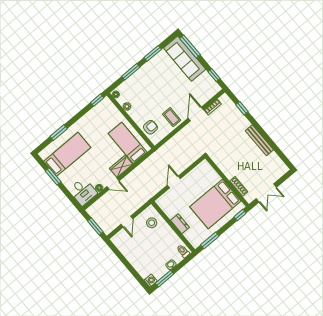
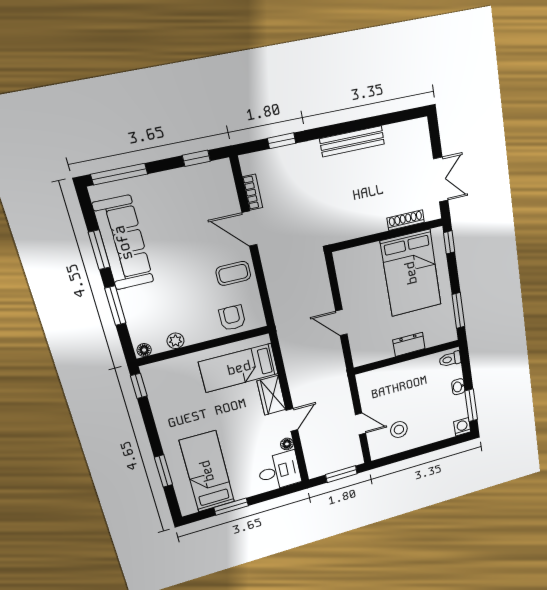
sofa: (185, 59) -> (123, 243), moved, turned -90
stool: (152, 223) -> (399, 430), moved

